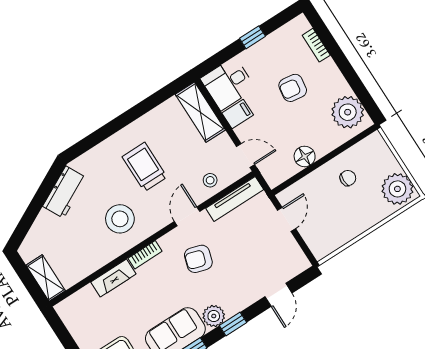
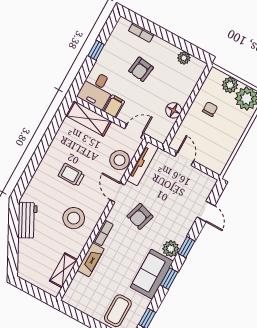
plant: (348, 112) -> (184, 58), width x0.53, depth x0.53
plant: (386, 163) -> (230, 85), added
trolley: (145, 167) -> (71, 175), width x0.73, depth x0.72
stool: (210, 180) -> (120, 160), width x1.89, depth x1.89
shelving: (46, 278) -> (63, 270), moved, turned 90

